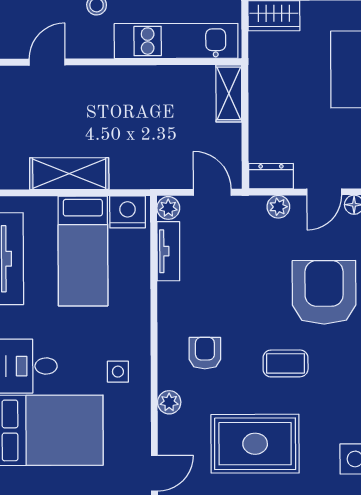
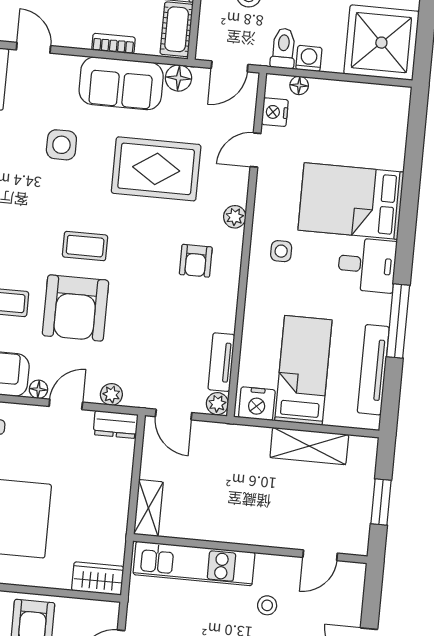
coffee table: (286, 363) -> (85, 246), moved

